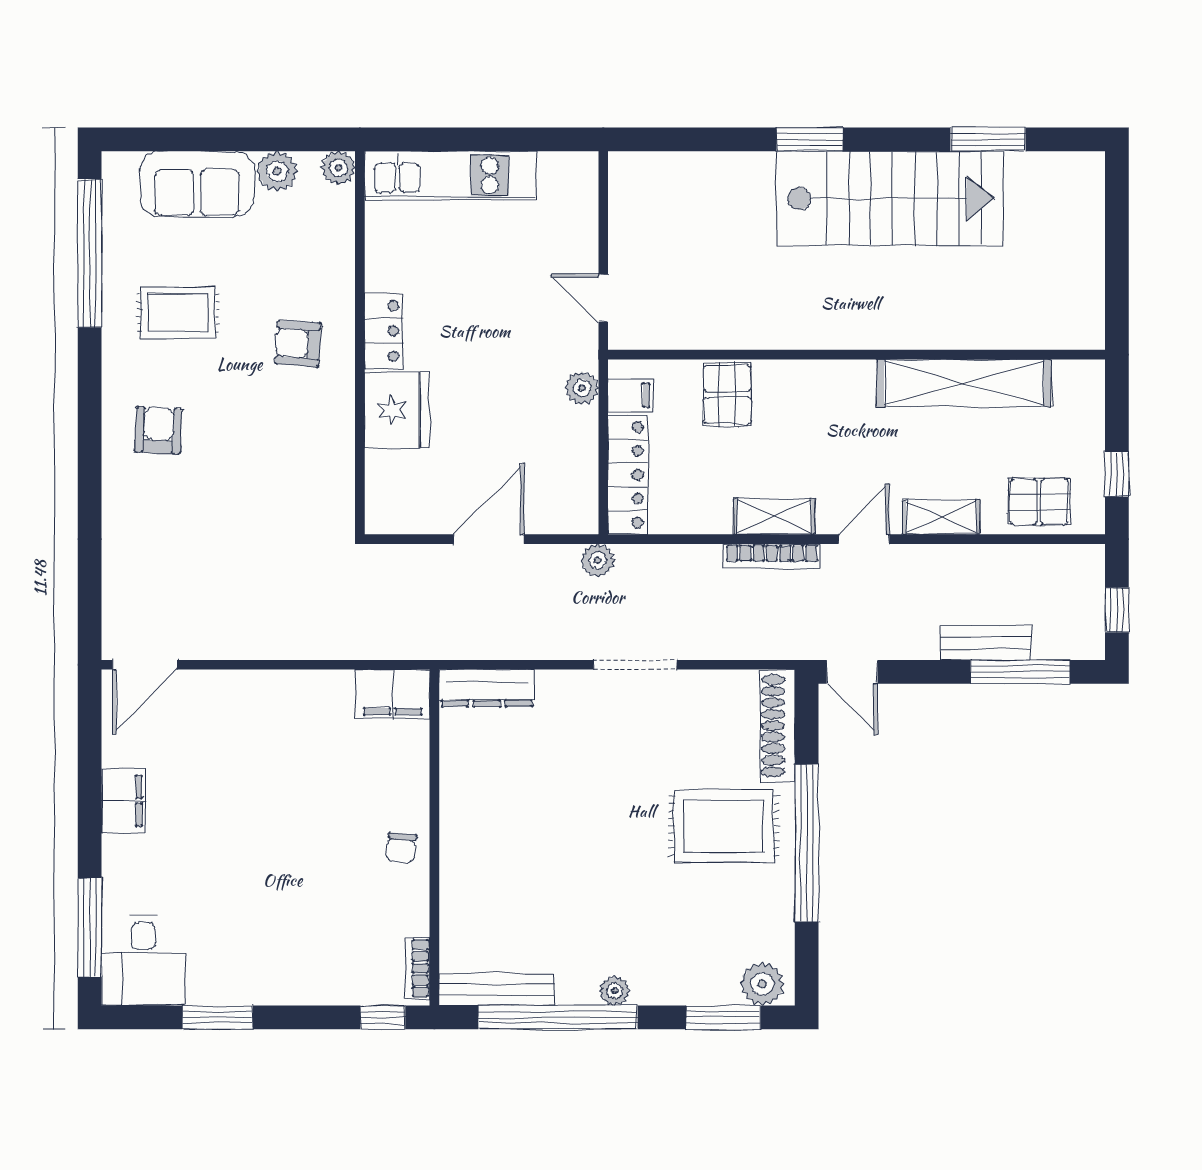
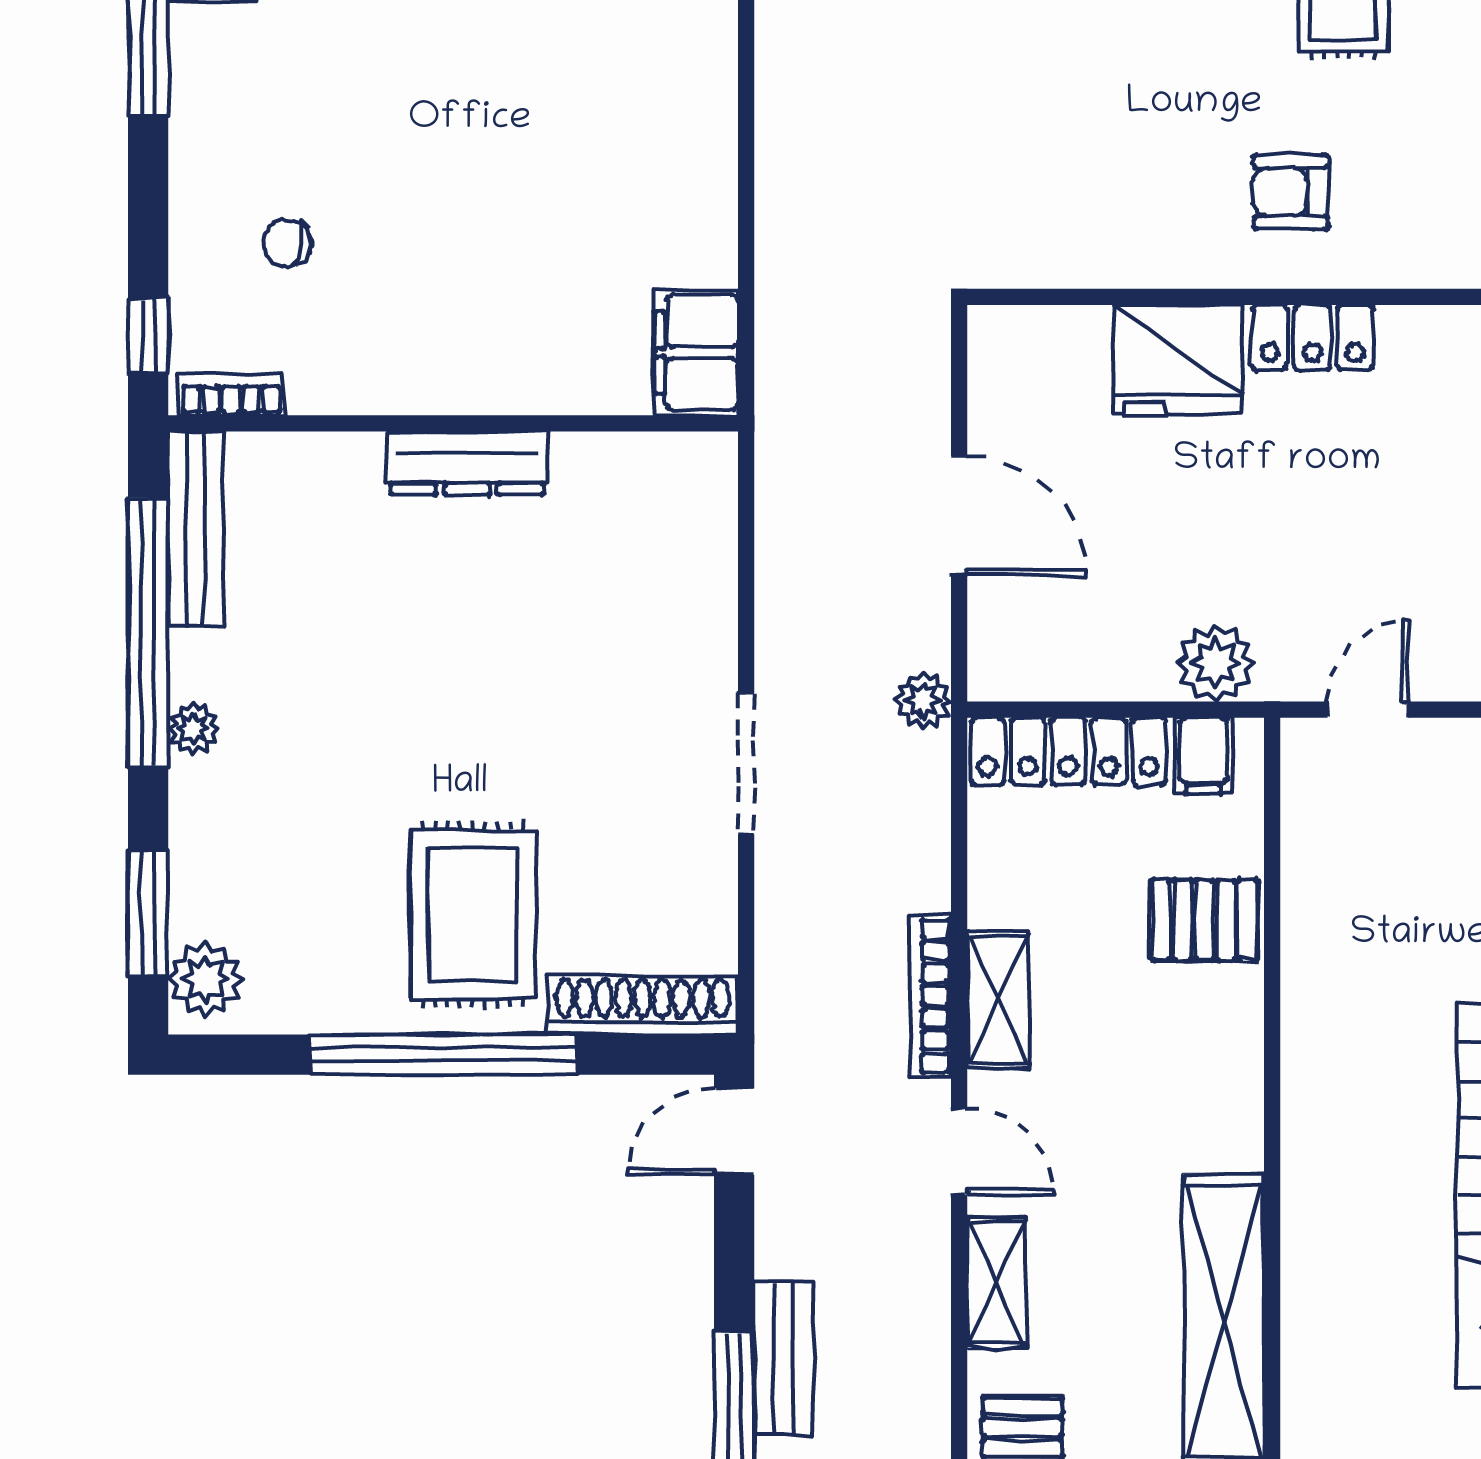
armchair: (298, 343) -> (1291, 192), turned -94
plant: (582, 388) -> (1215, 663), width x1.38, depth x1.38
dresser: (487, 688) -> (467, 463), moved, turned -90
chair: (401, 848) -> (287, 243), moved

